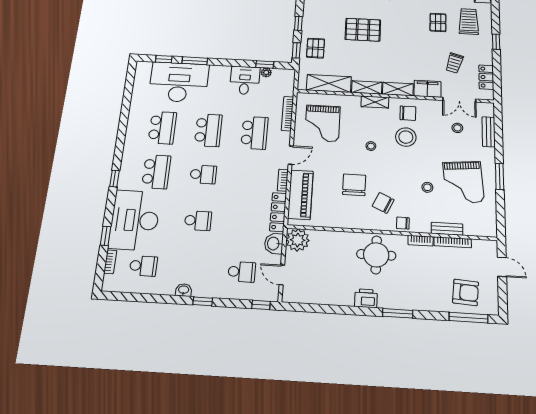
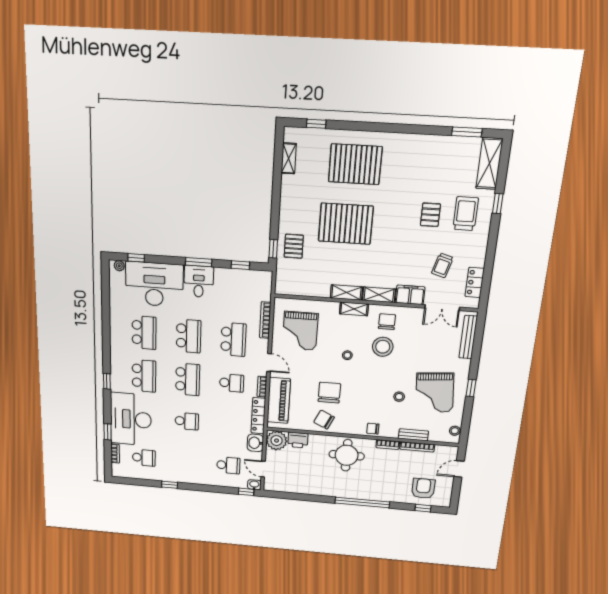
window: (298, 23) -> (275, 215), removed
pallet: (363, 30) -> (346, 224), width x1.37, depth x1.41
window: (496, 42) -> (498, 204), moved
window: (195, 61) -> (199, 262), moved
plant: (266, 72) -> (119, 266), moved
desk: (245, 80) -> (199, 281), moved
shelving: (329, 83) -> (307, 288), removed
chair: (408, 113) -> (387, 322), turned -90
stool: (457, 128) -> (455, 431), moved
bench: (489, 132) -> (468, 337), width x1.36
door: (291, 155) -> (269, 363), hinge flipped
school desk: (203, 174) -> (188, 379), width x1.85
window: (500, 176) -> (471, 388), width x0.67
school desk: (250, 177) -> (232, 383), added
chair: (383, 203) -> (324, 420), moved
door: (502, 267) -> (459, 469), swing flipped
washbasin: (184, 290) -> (254, 485), moved
armchair: (466, 292) -> (423, 488), turned -94
printer: (366, 298) -> (298, 440), moved, turned 180
window: (203, 301) -> (170, 485), moved
window: (398, 313) -> (362, 503), width x2.11
window: (468, 318) -> (423, 508), width x0.46

